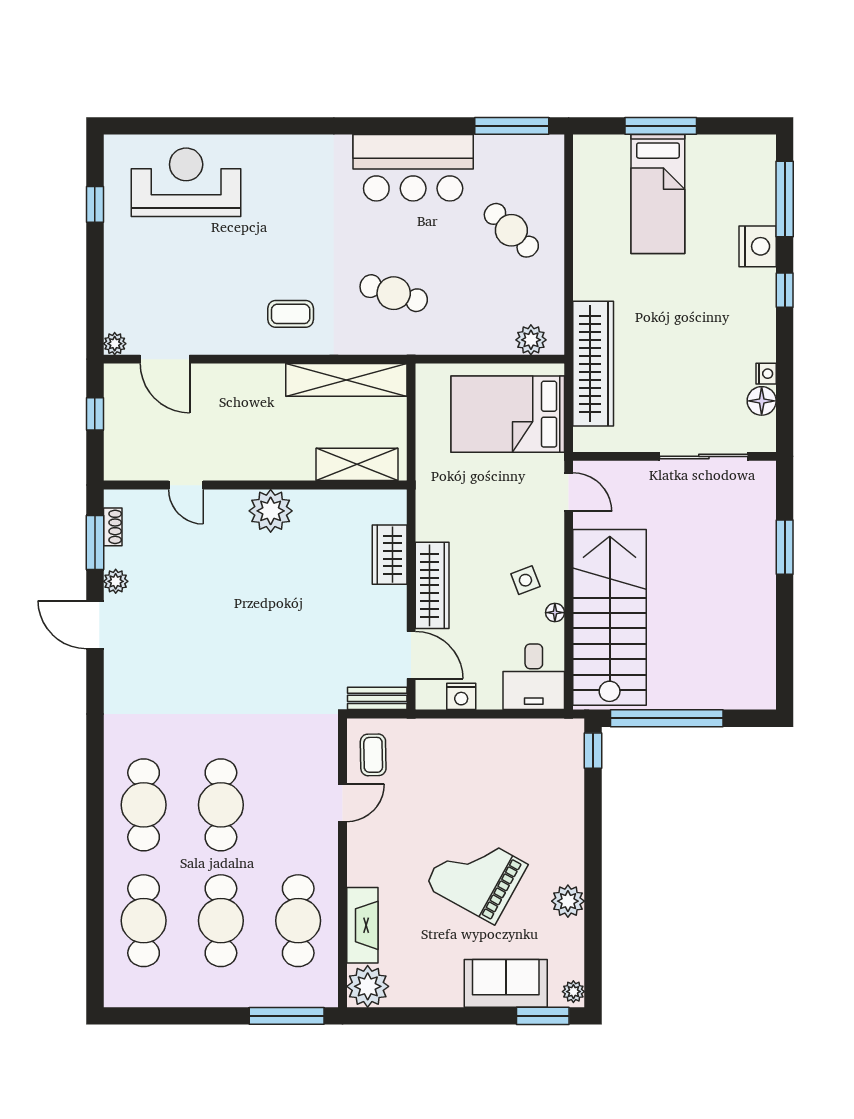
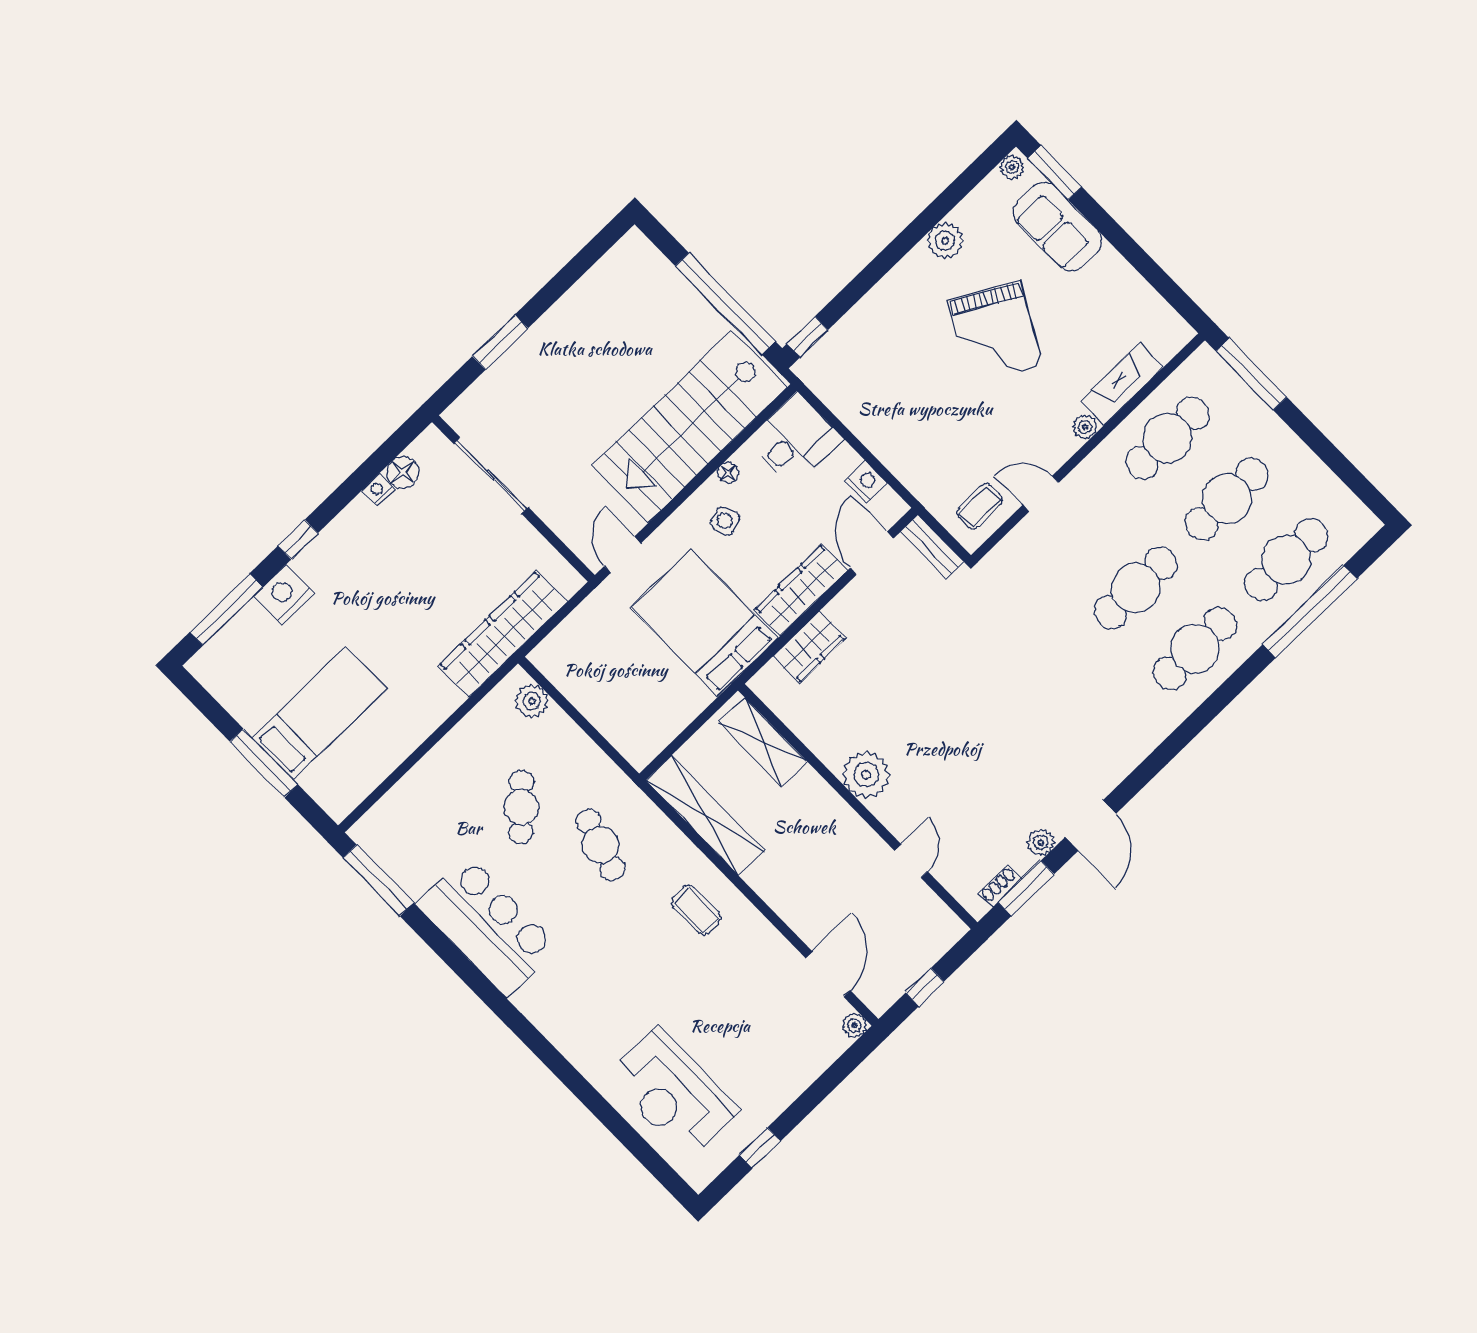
cafe table: (511, 230) -> (521, 807), moved
bed: (508, 414) -> (704, 623), moved, turned 180
window: (95, 903) -> (1310, 612), added
plant: (368, 986) -> (1085, 427), moved, width x0.53, depth x0.53

